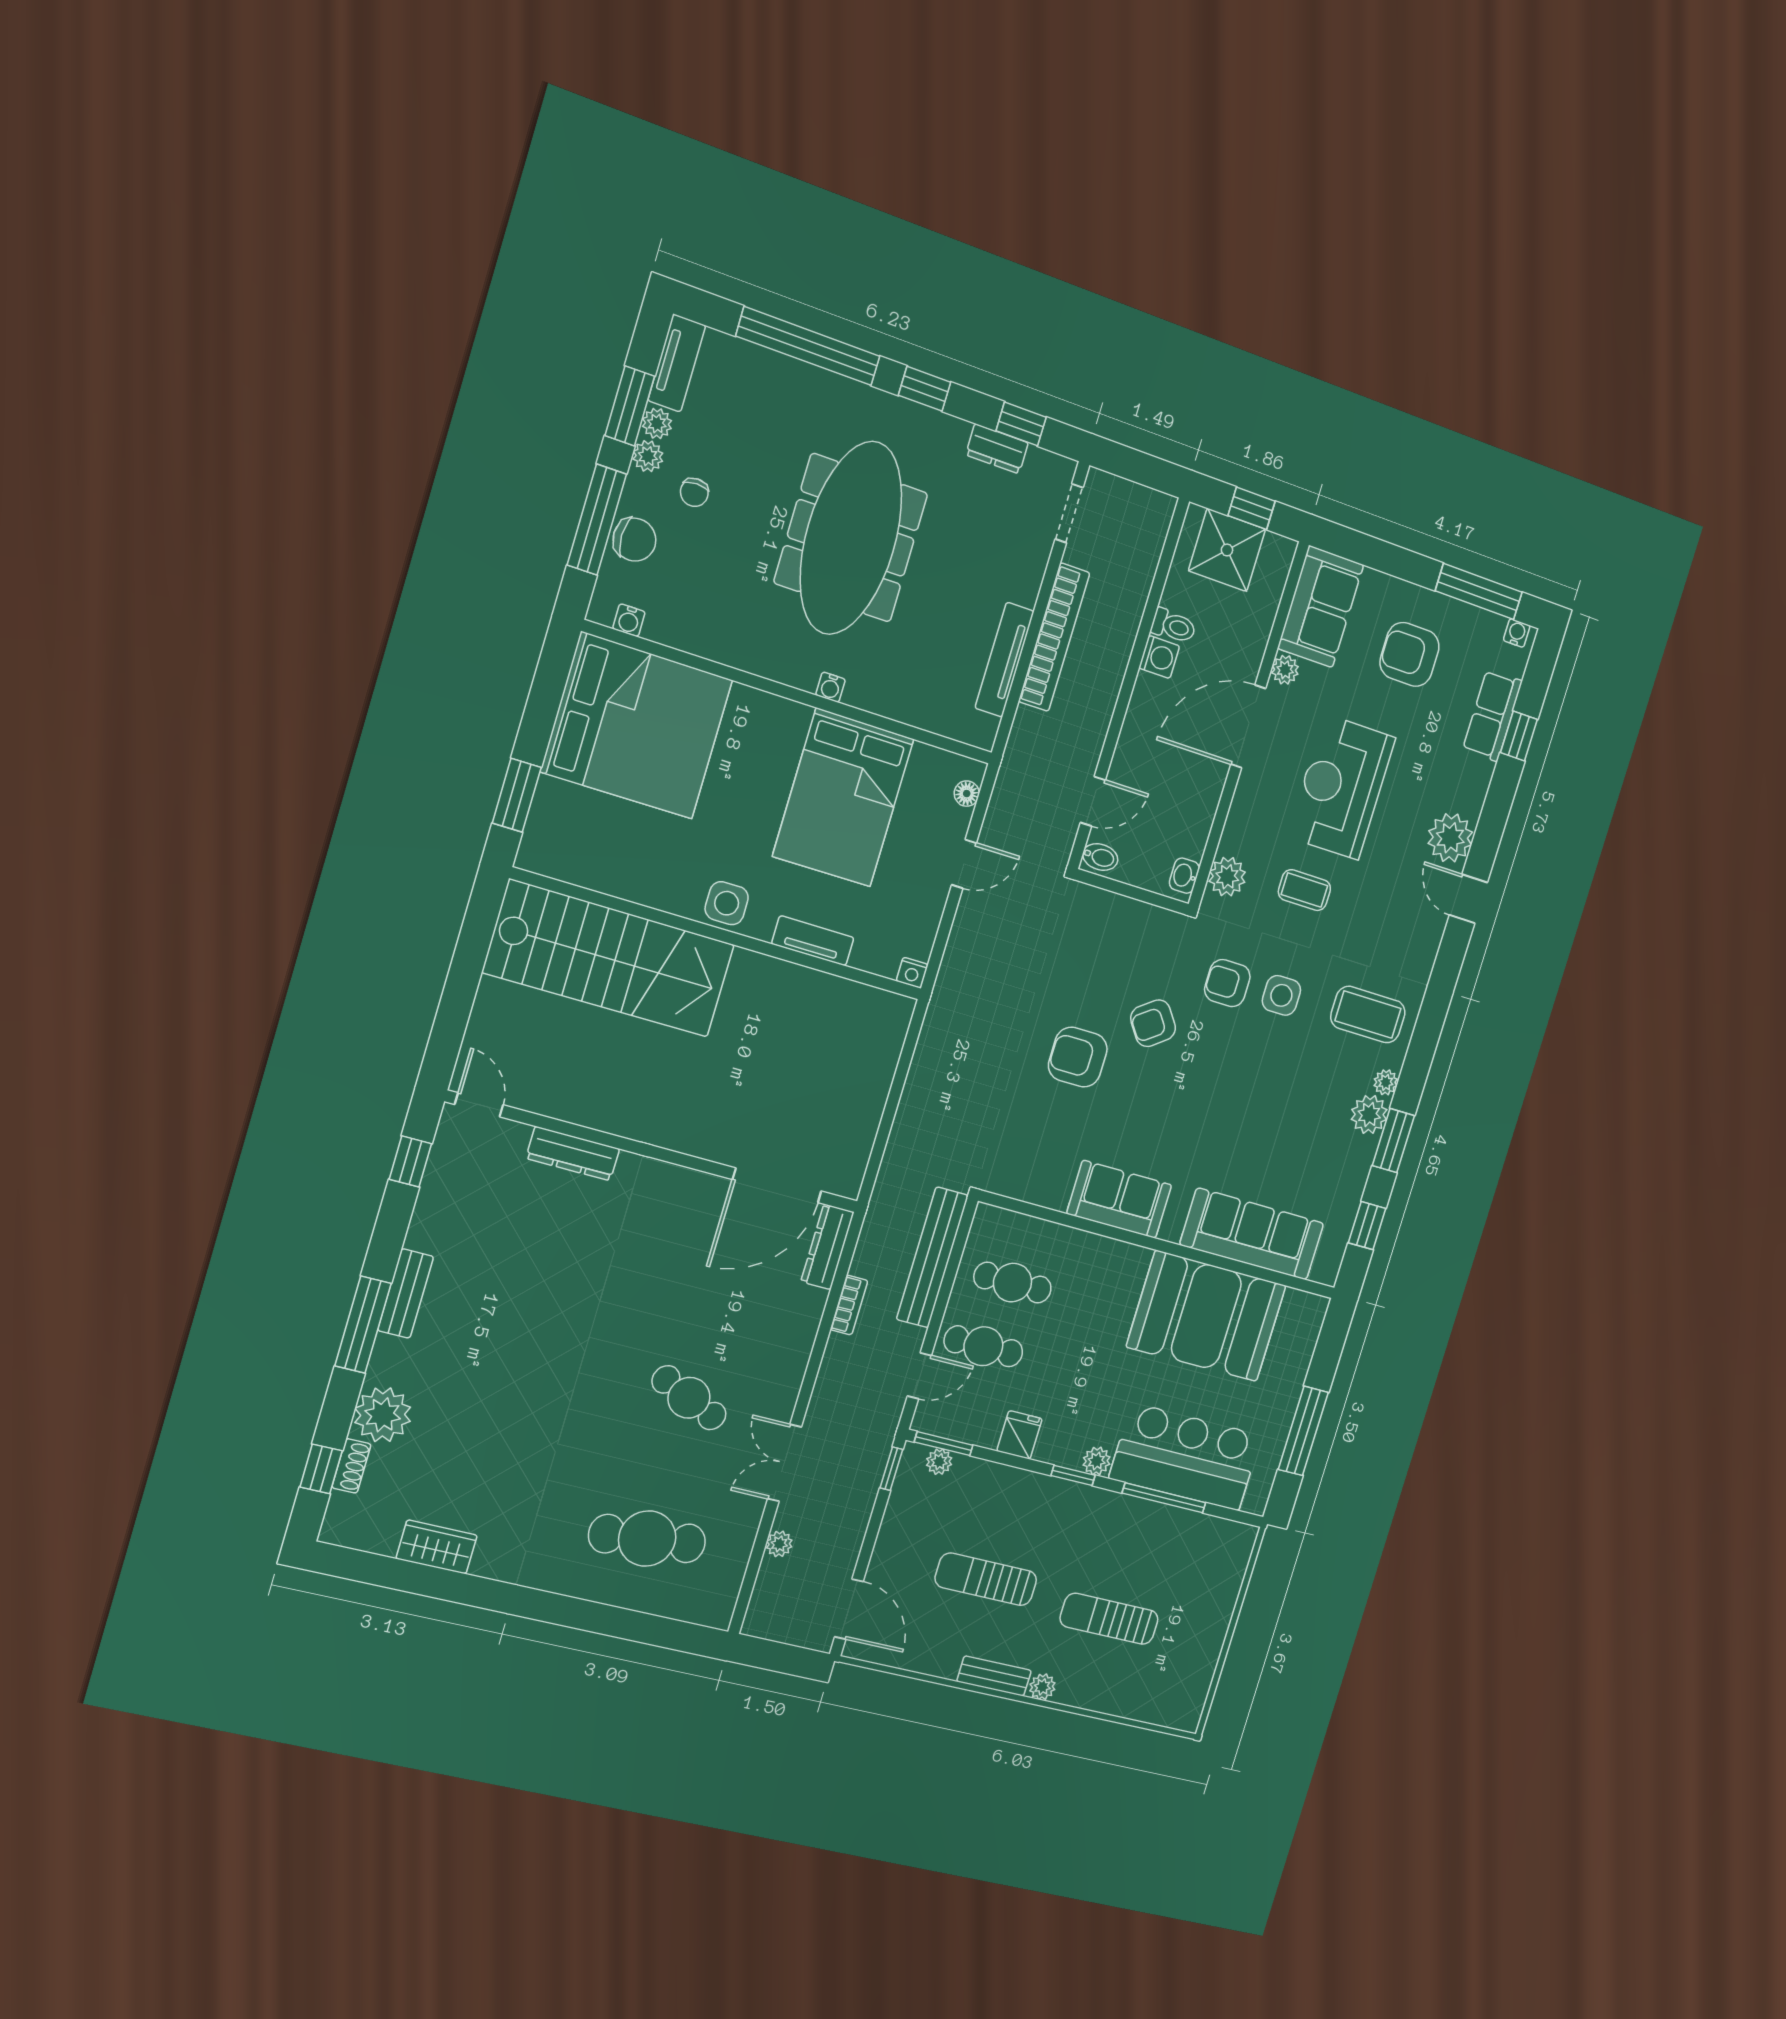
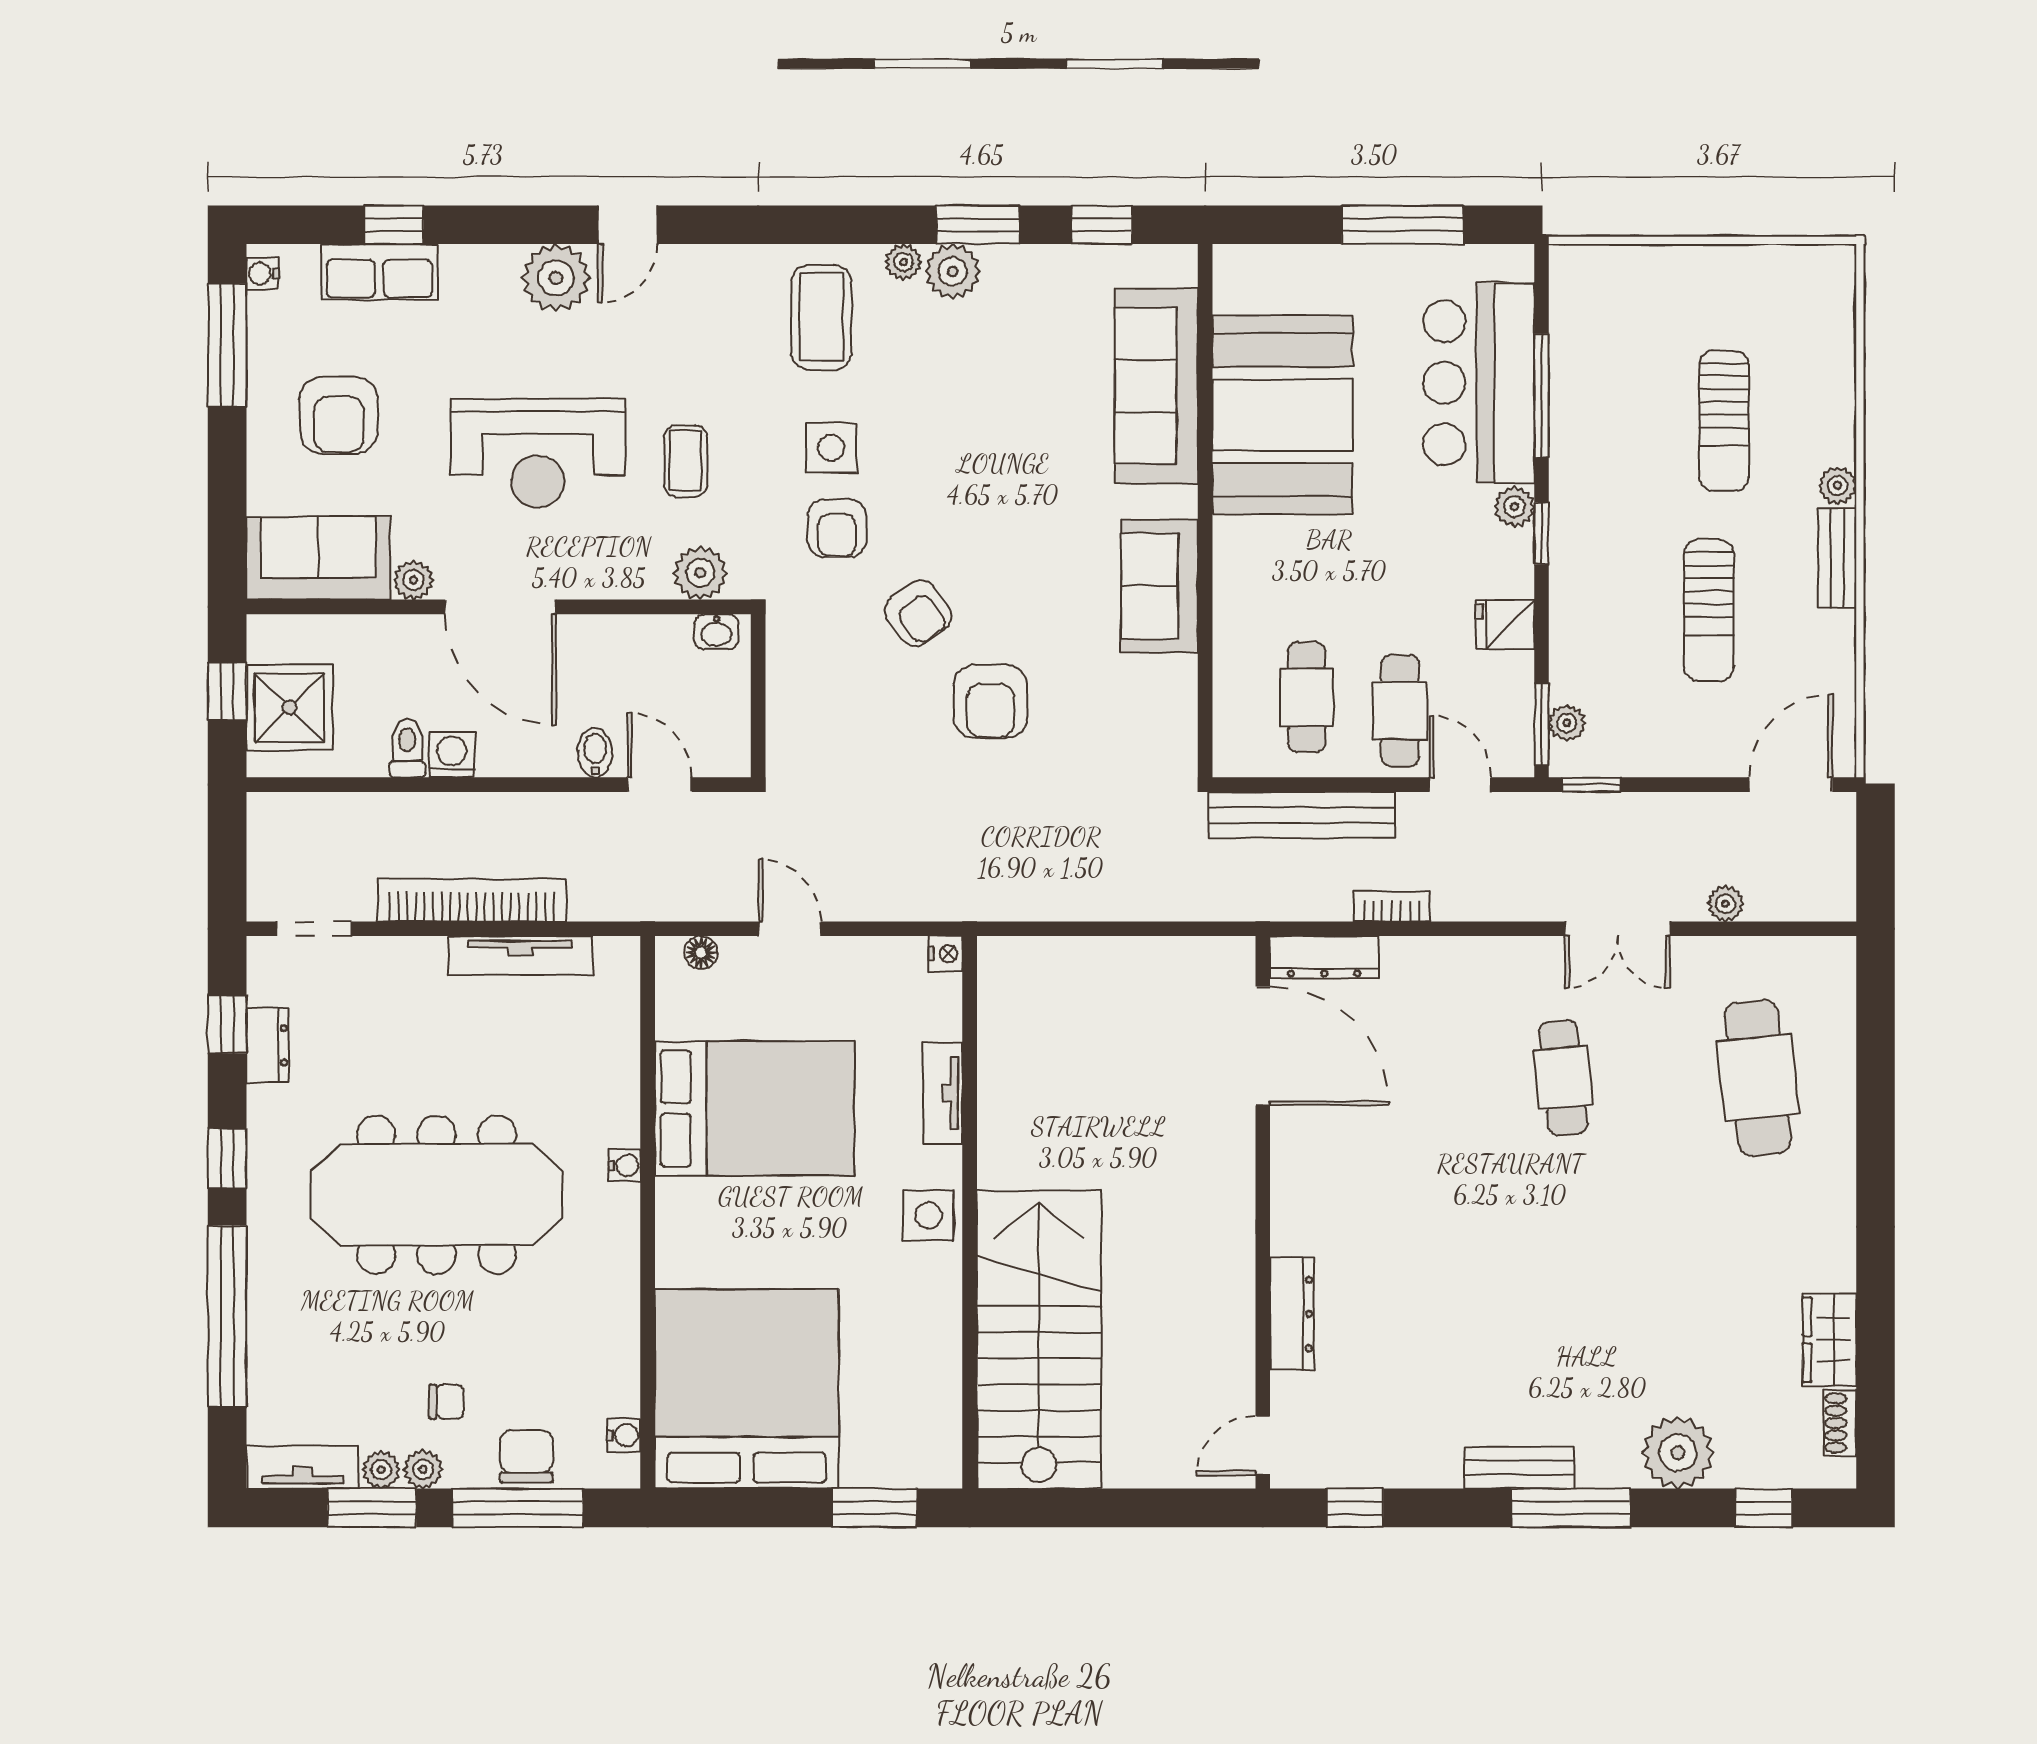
bidet: (1100, 857) -> (595, 753), moved
cafe table: (689, 1398) -> (1563, 1078), turned -30
shoe rack: (351, 1466) -> (1840, 1423), moved, turned -90

